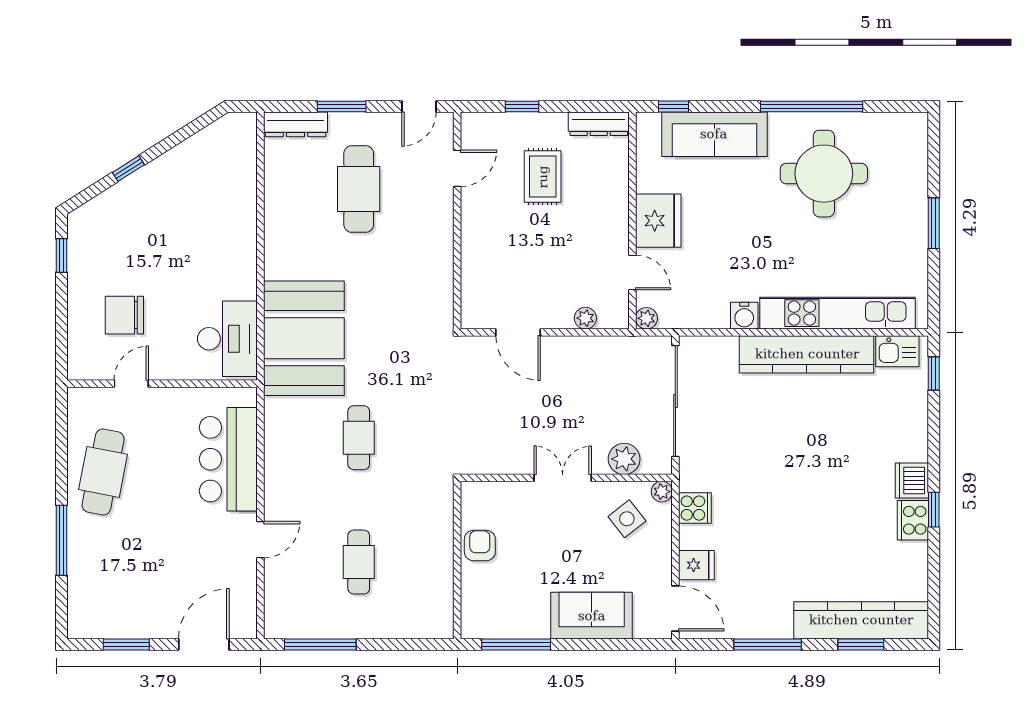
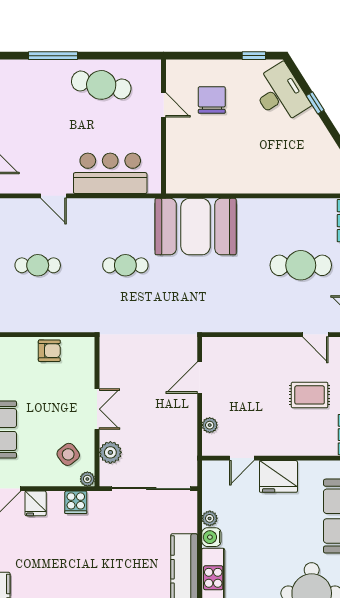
plant: (646, 318) -> (210, 518), moved
desk: (227, 339) -> (280, 94), moved, turned -122

